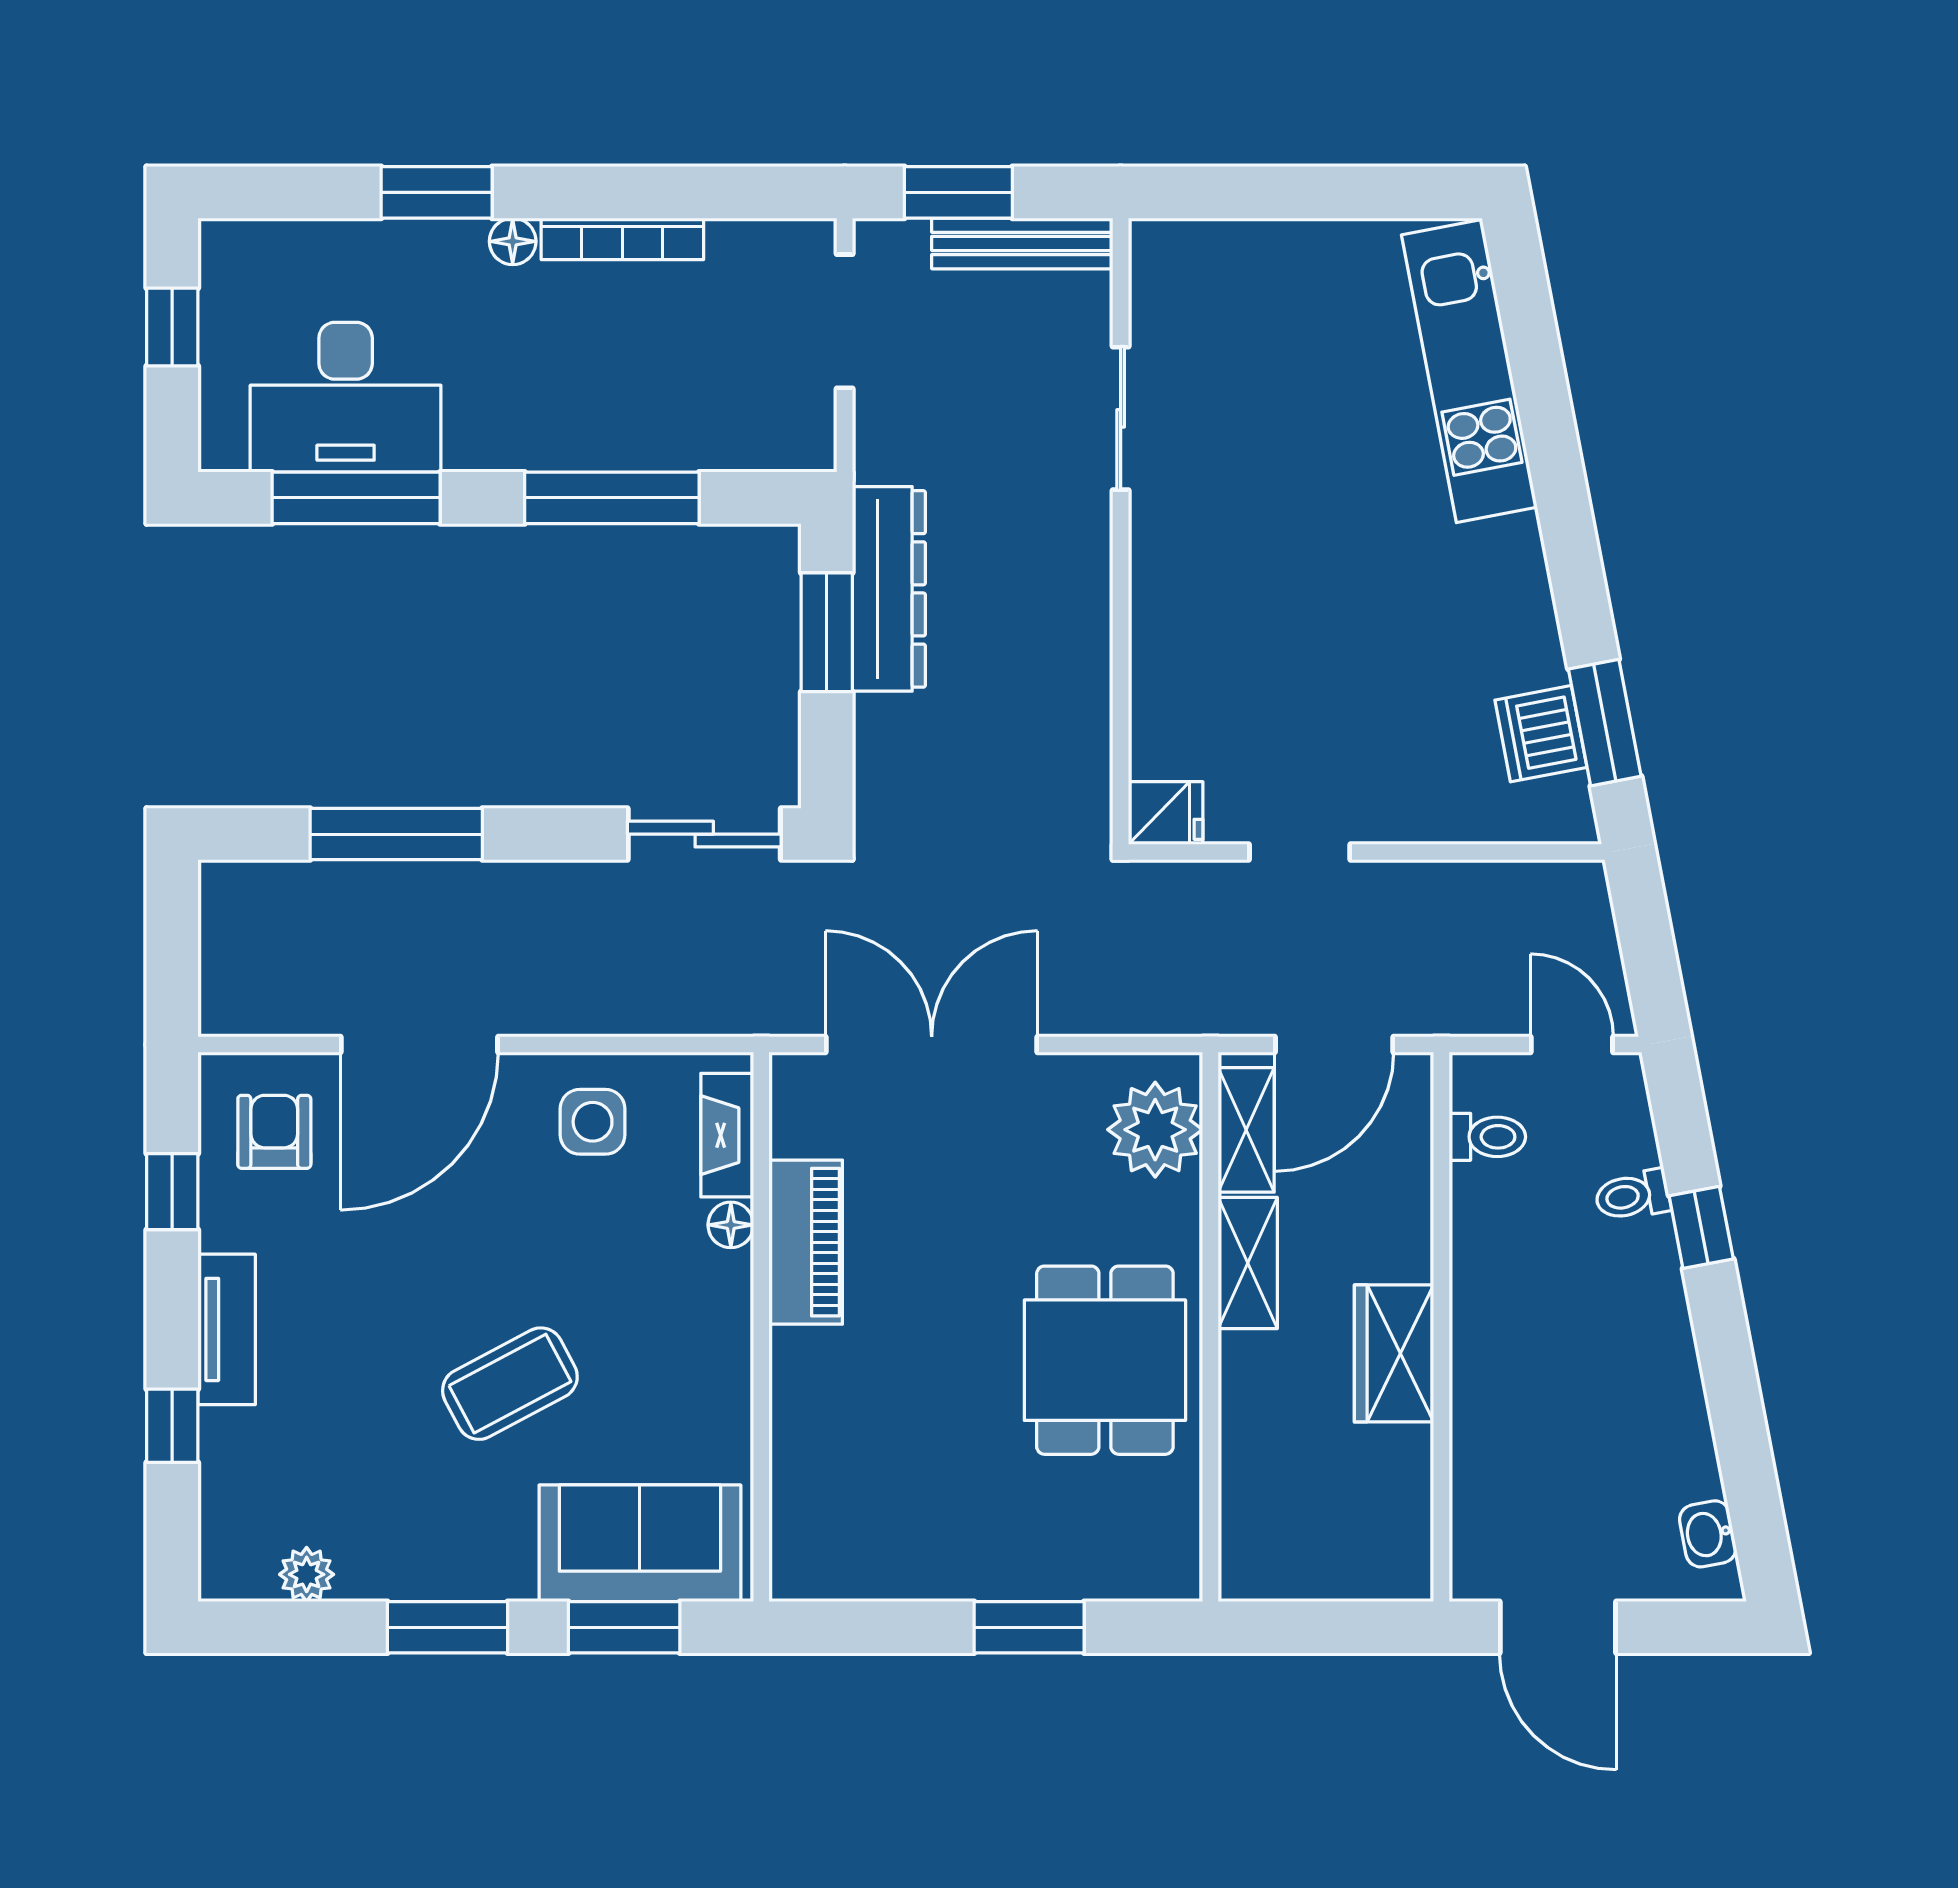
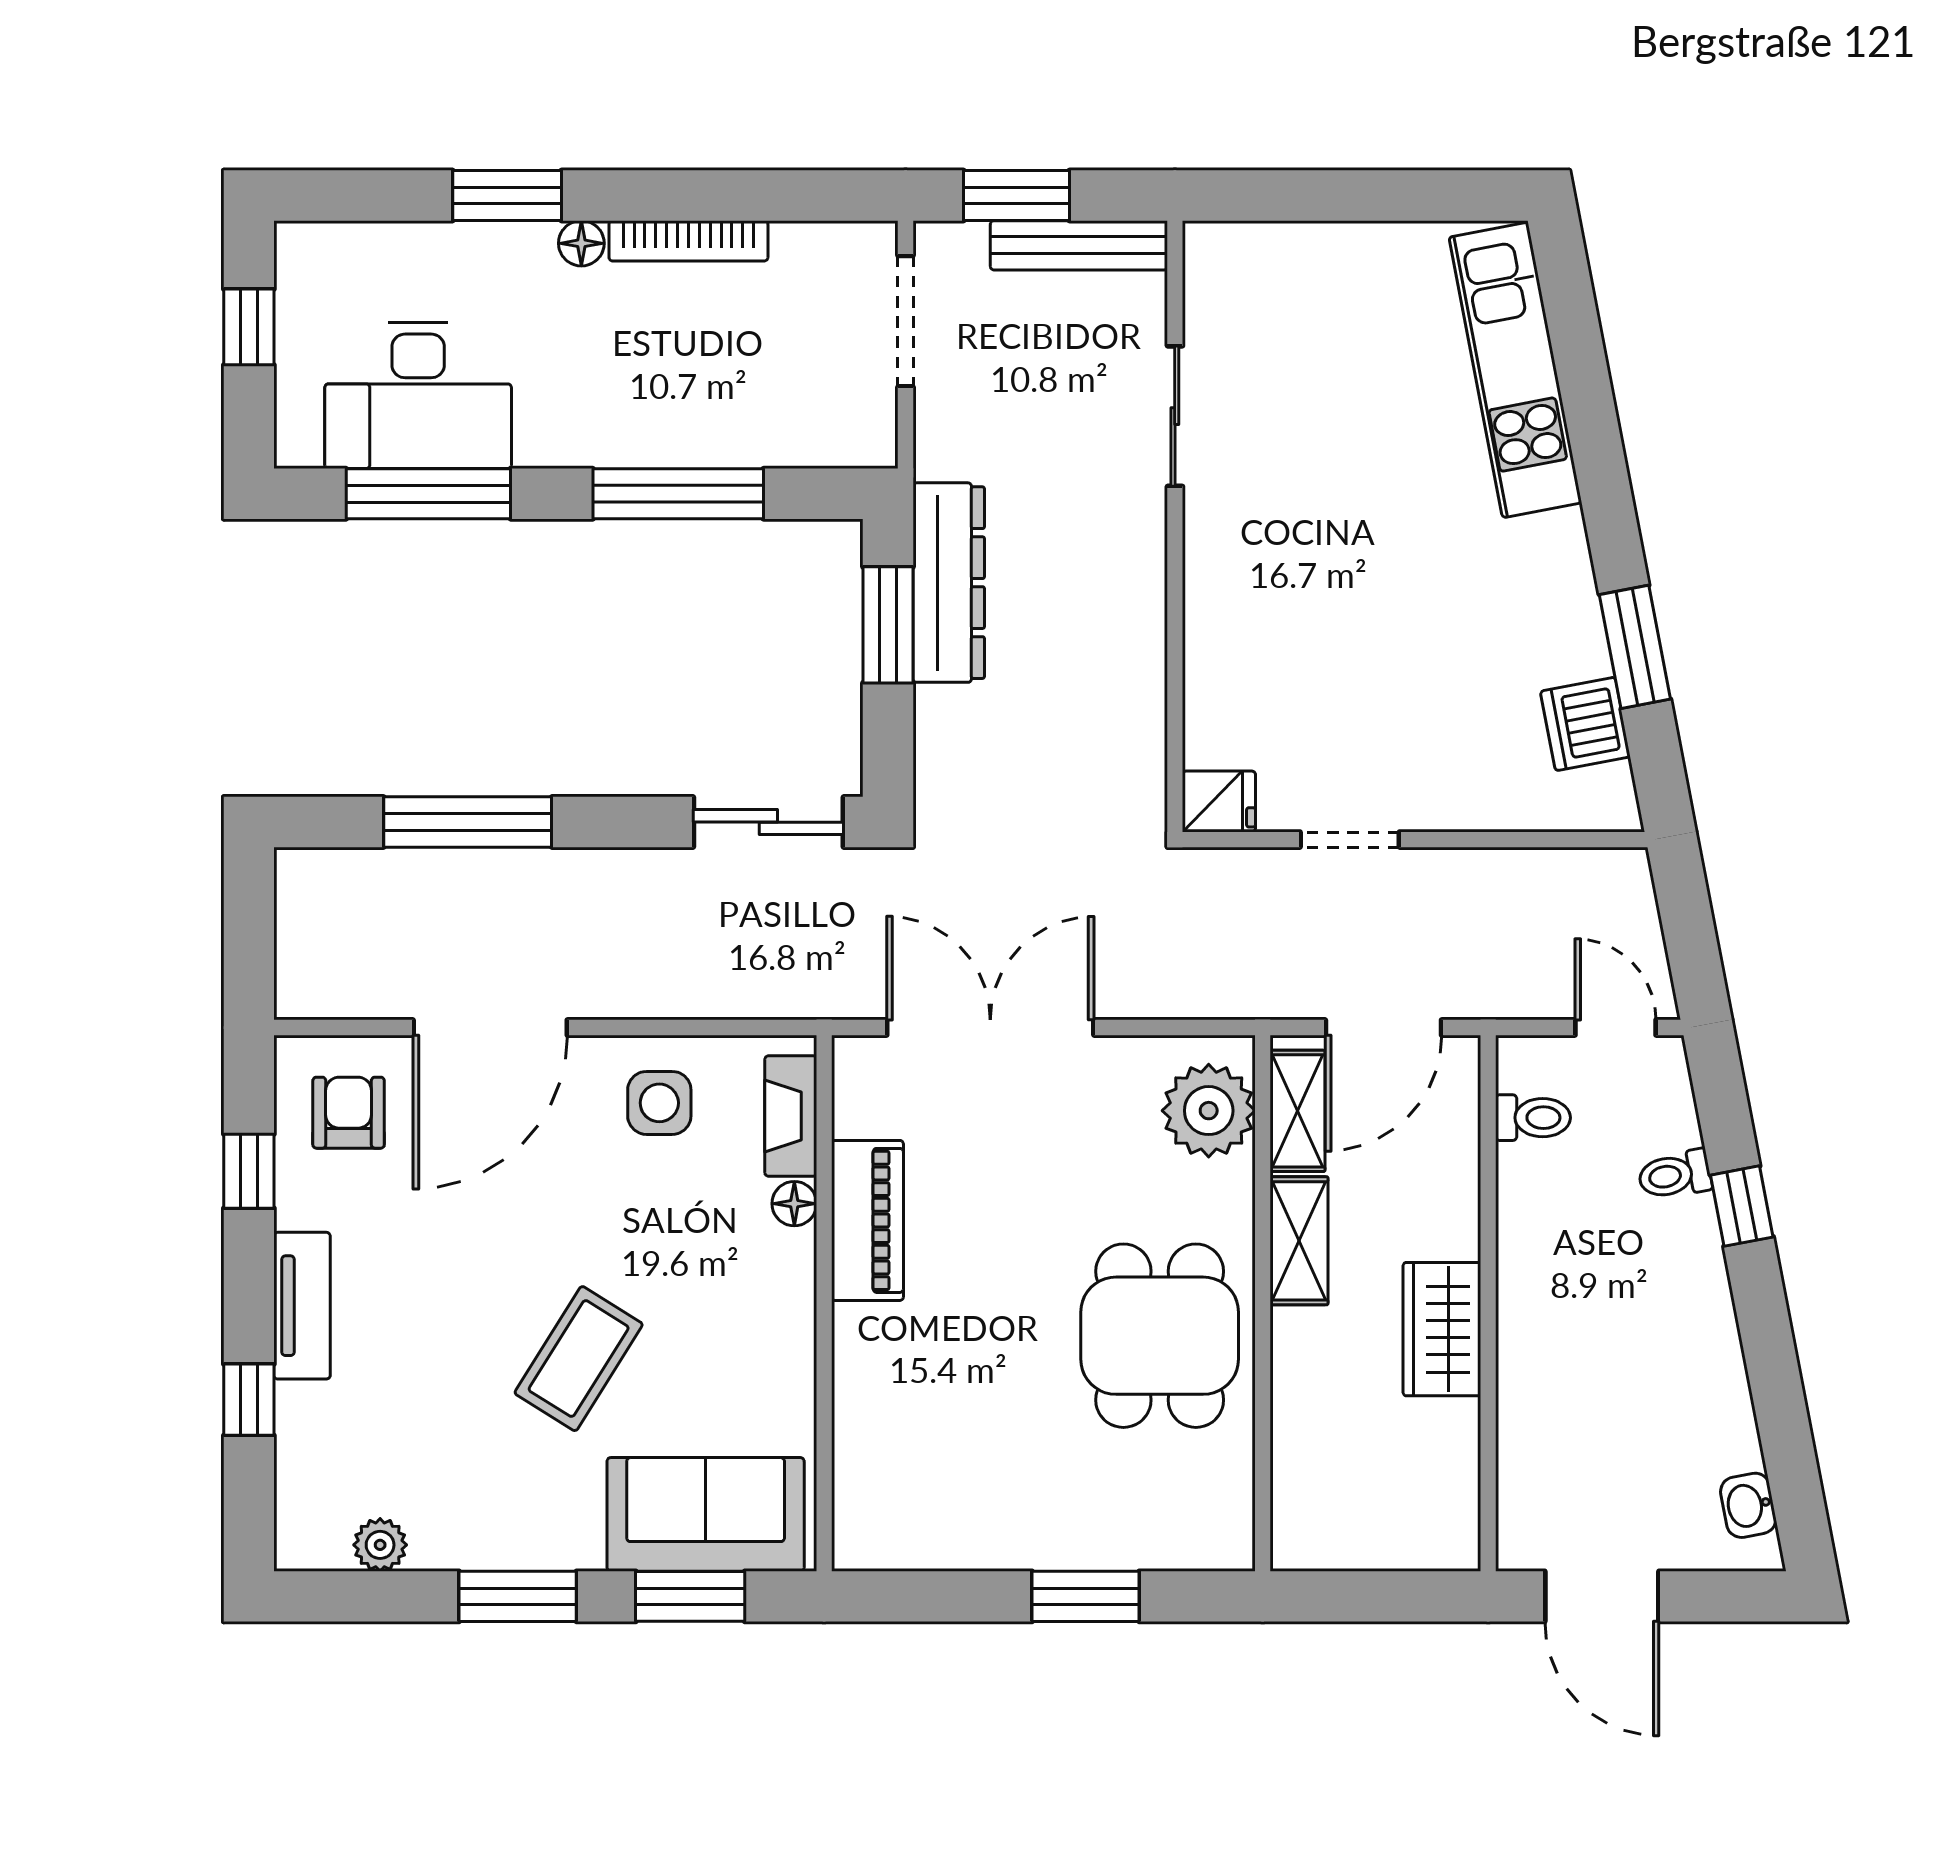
window: (1605, 723) -> (1635, 647), moved
coffee table: (510, 1384) -> (579, 1359), turned -30

